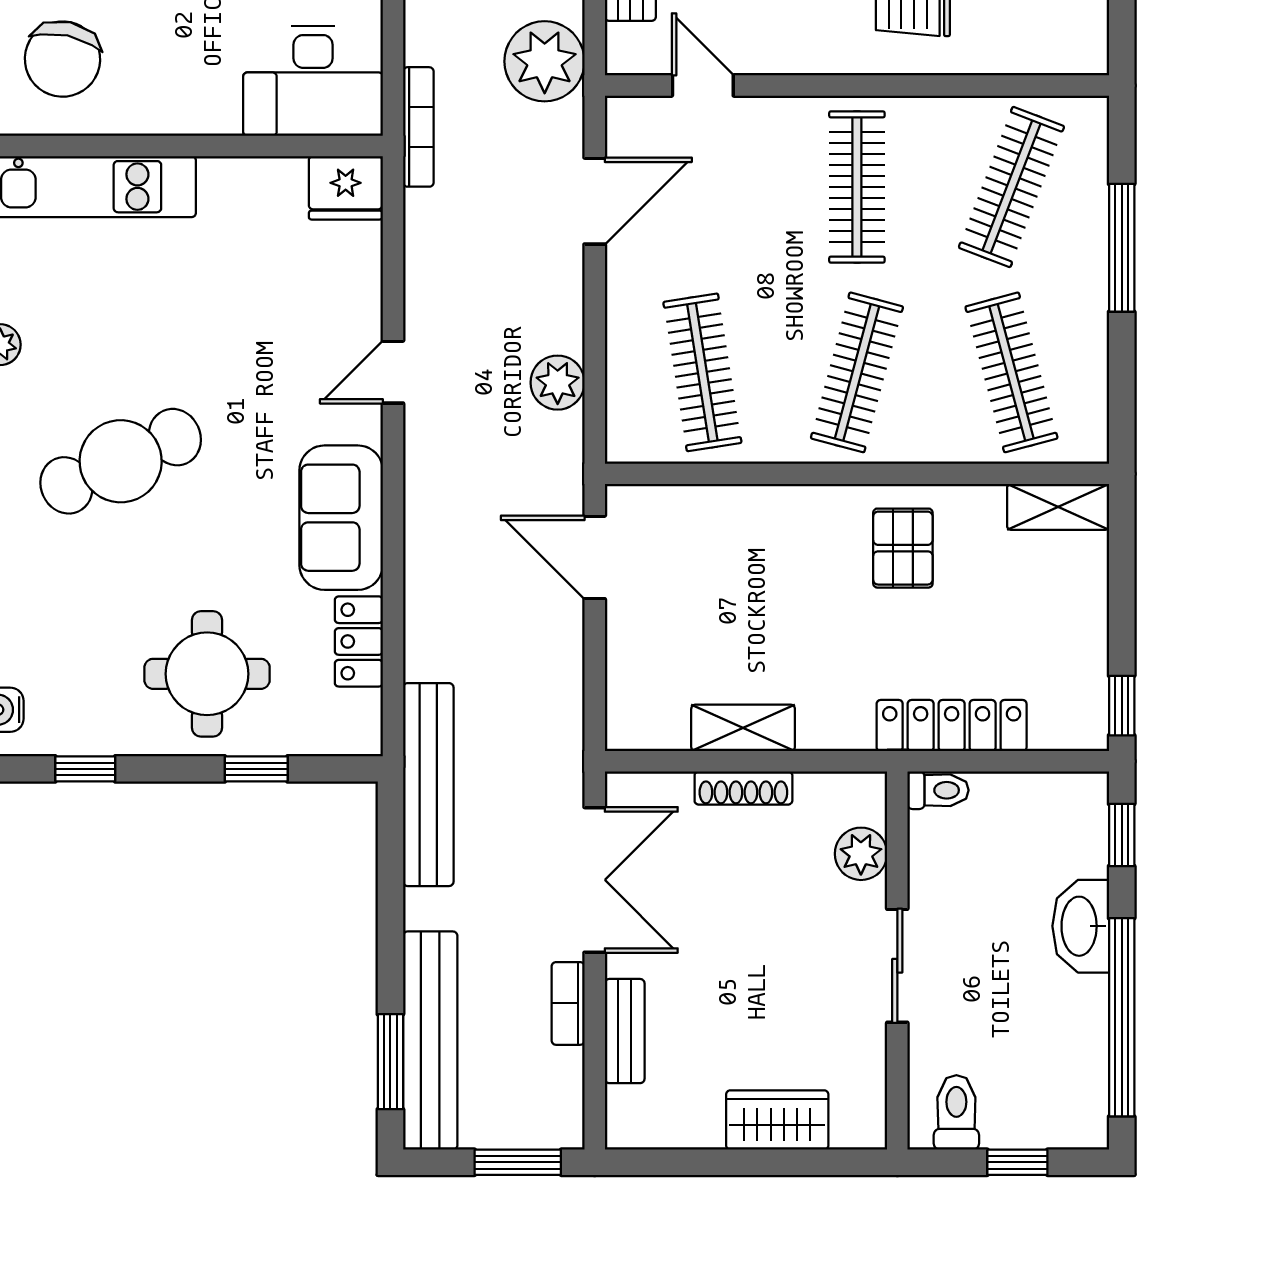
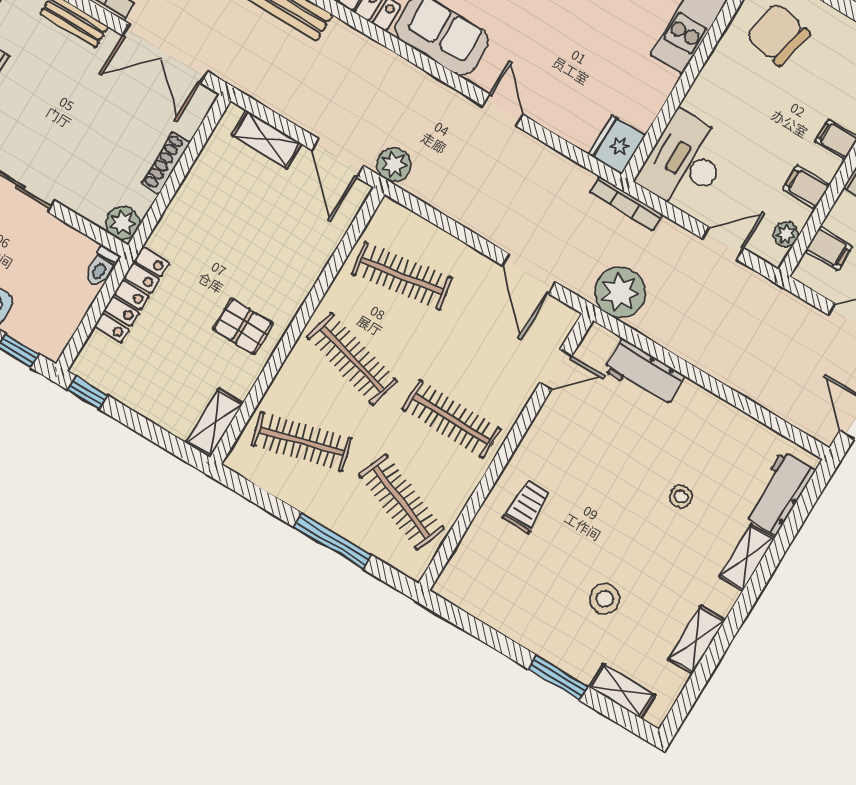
plant: (558, 383) -> (394, 165), moved
door: (595, 557) -> (338, 158), swing flipped
shelving: (743, 728) -> (267, 140), moved, turned 90
plant: (861, 854) -> (123, 223), moved

